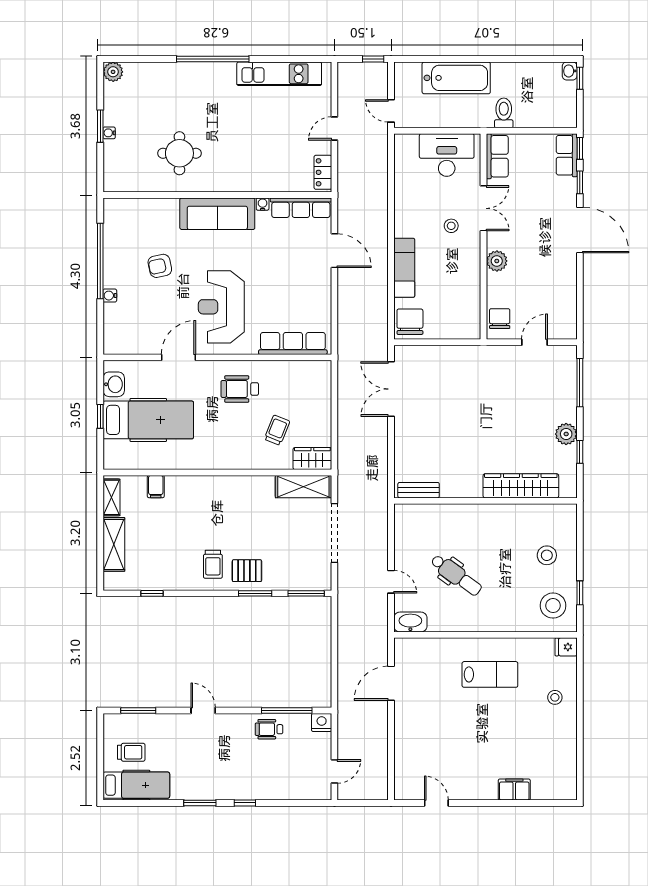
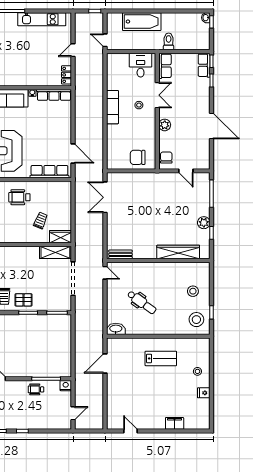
desk: (447, 155) -> (141, 65), width x0.73
door: (580, 230) -> (212, 126), moved
door: (334, 251) -> (73, 154), moved
exam couch: (404, 268) -> (112, 107), moved
chair: (410, 322) -> (138, 157), moved, turned -90
door: (534, 342) -> (186, 171), swing flipped
door: (391, 582) -> (105, 273), moved
fridge: (566, 647) -> (204, 393), moved

